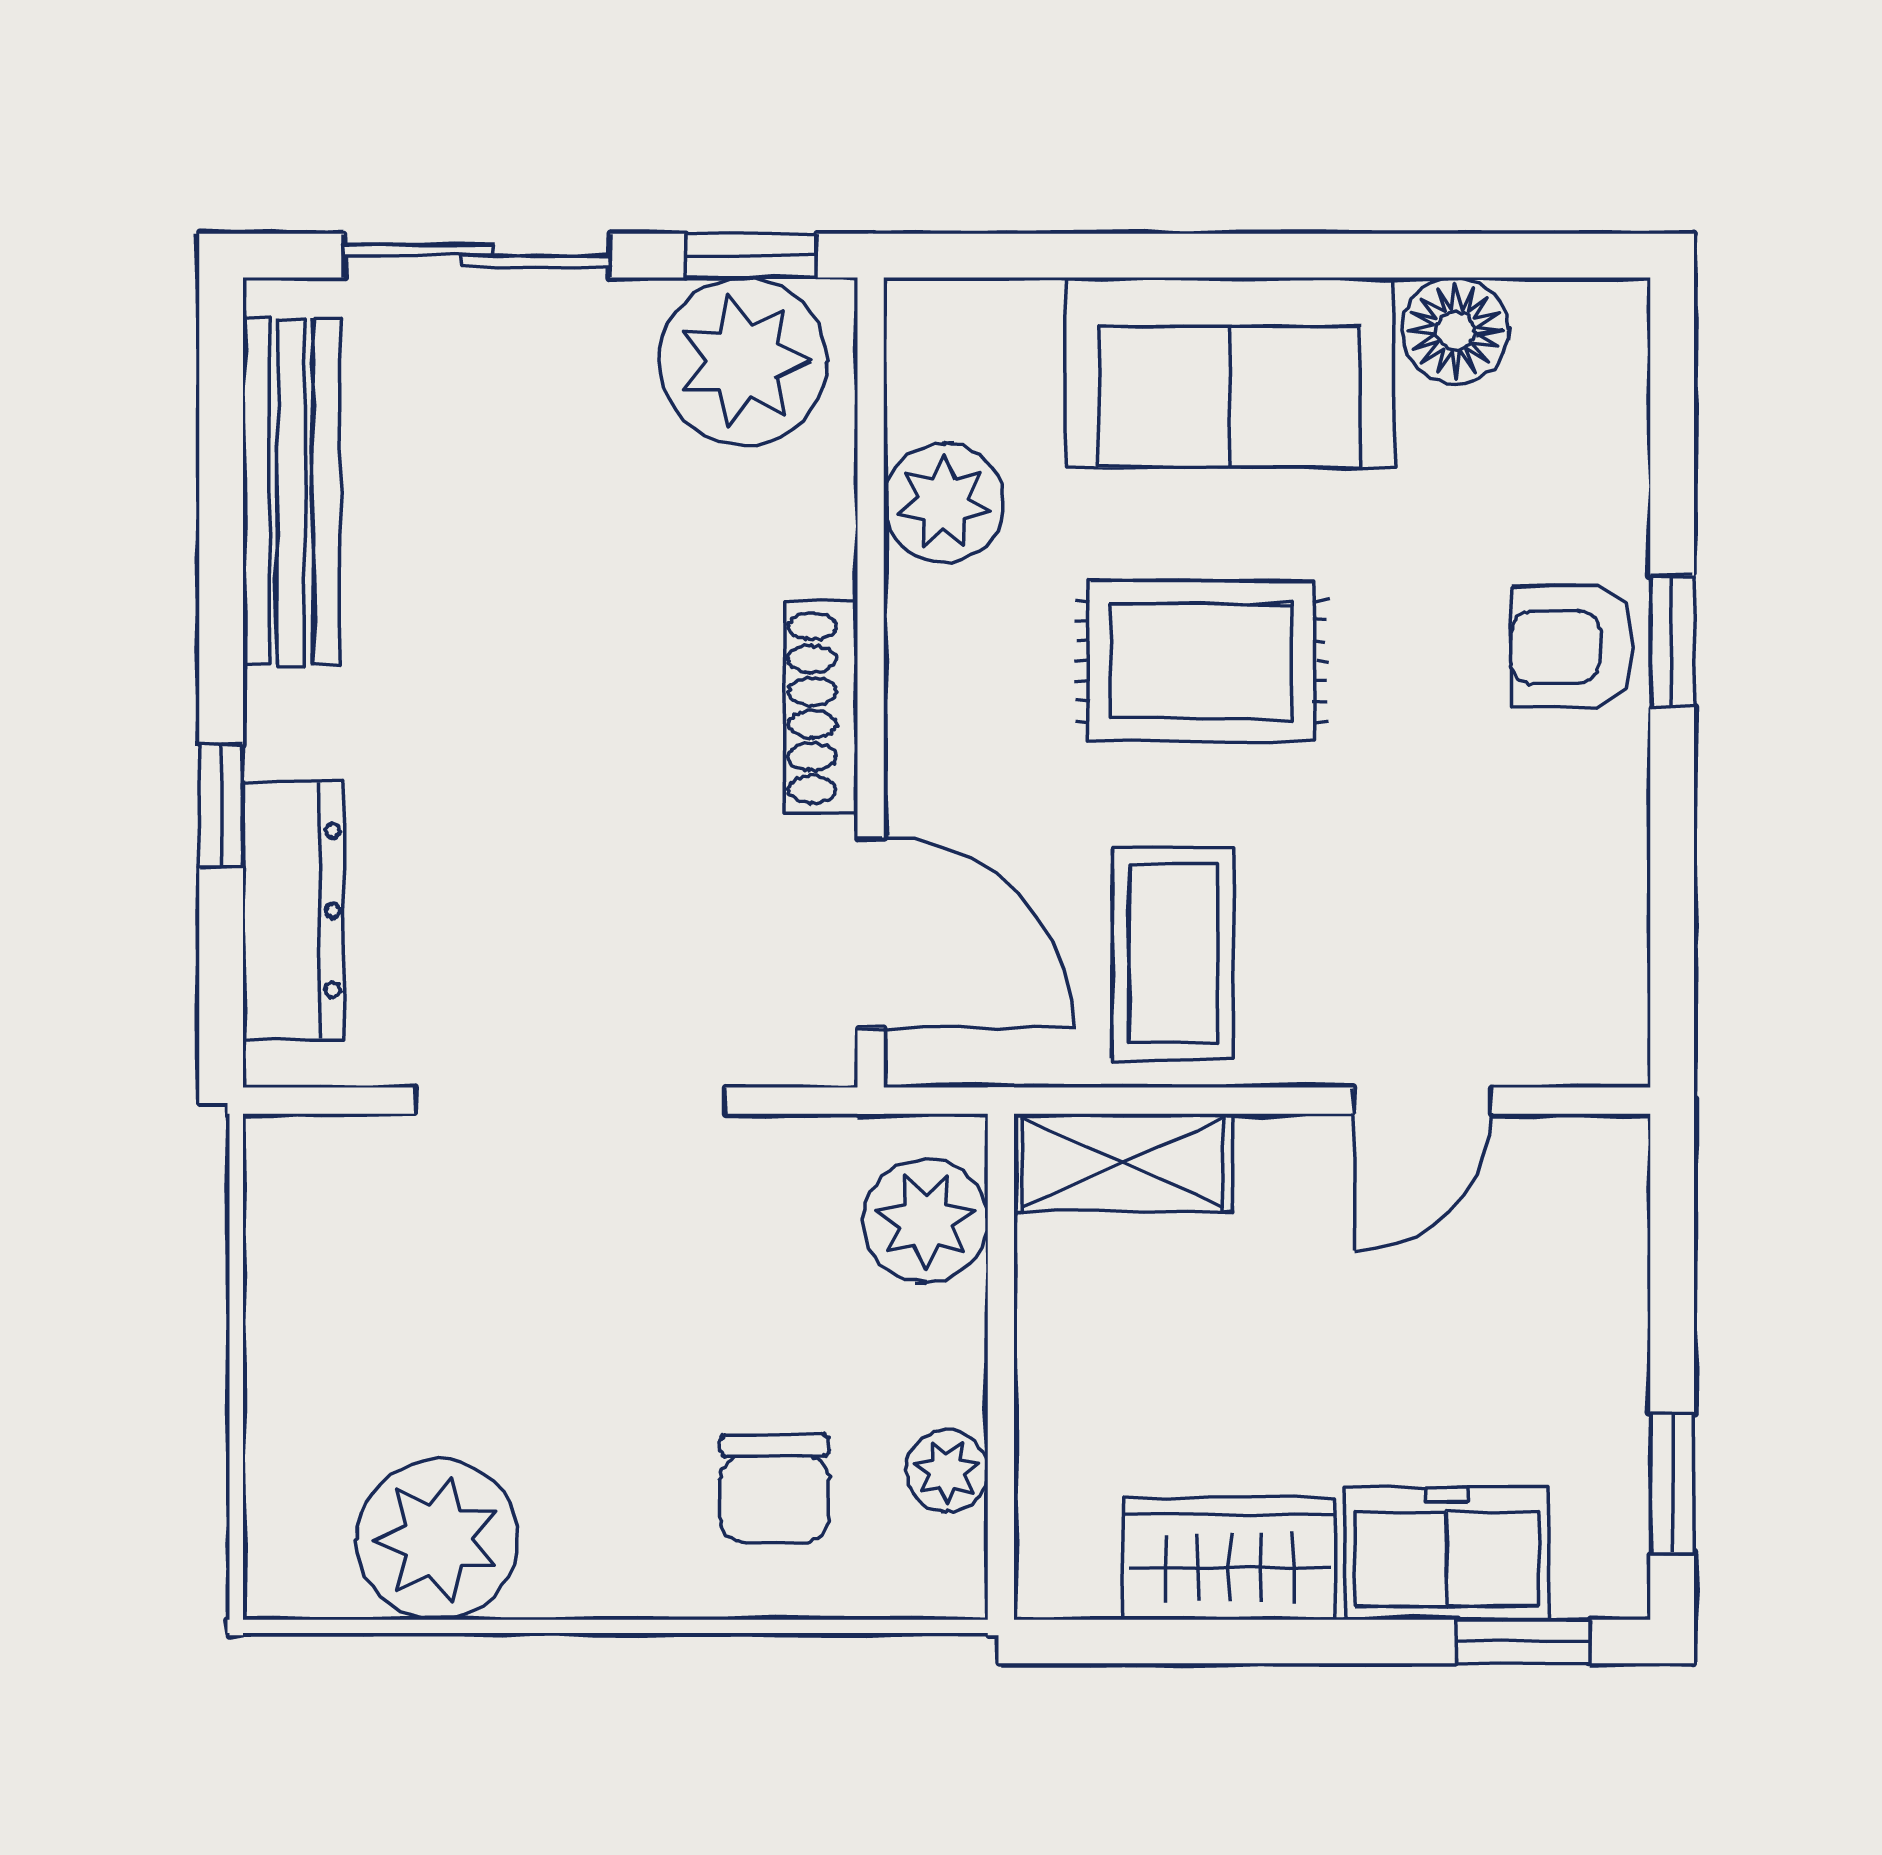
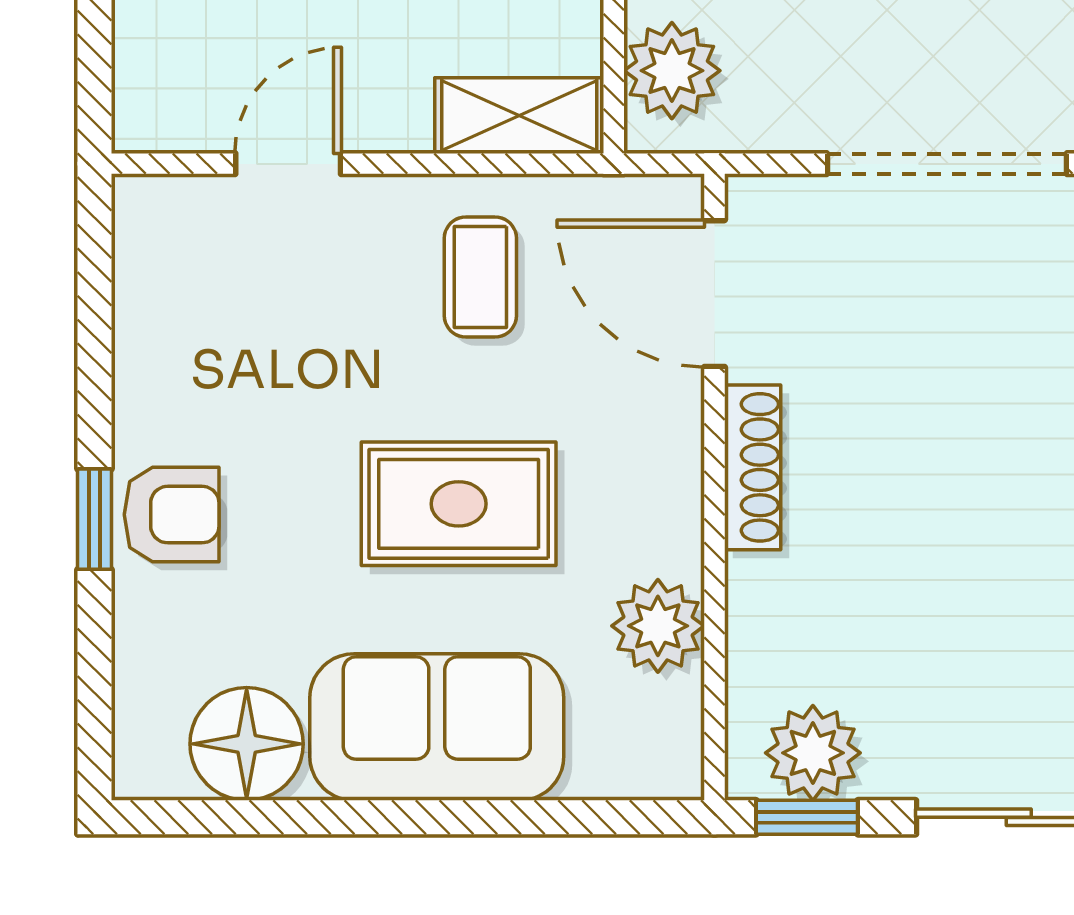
floor lamp: (1456, 330) -> (247, 744), width x1.38, depth x1.38
plant: (743, 361) -> (813, 753), width x0.73, depth x0.73
coffee table: (1173, 954) -> (480, 277), width x0.73, depth x0.77

